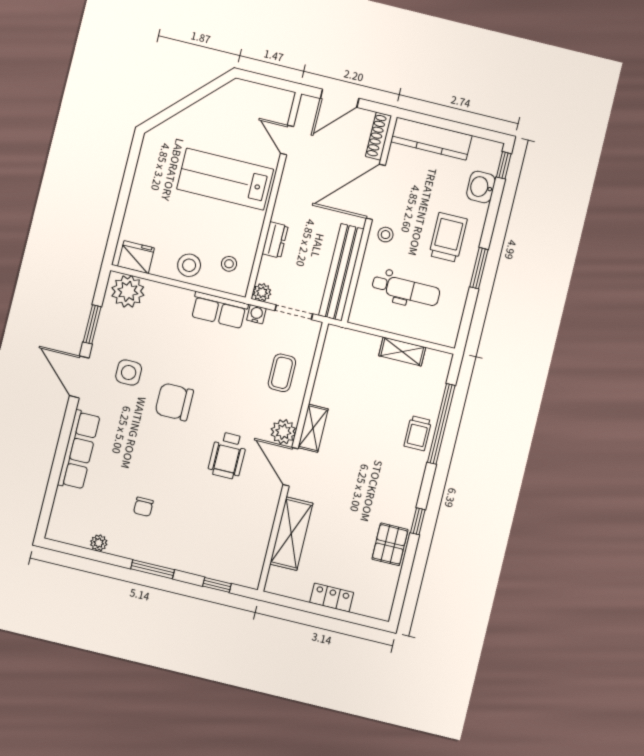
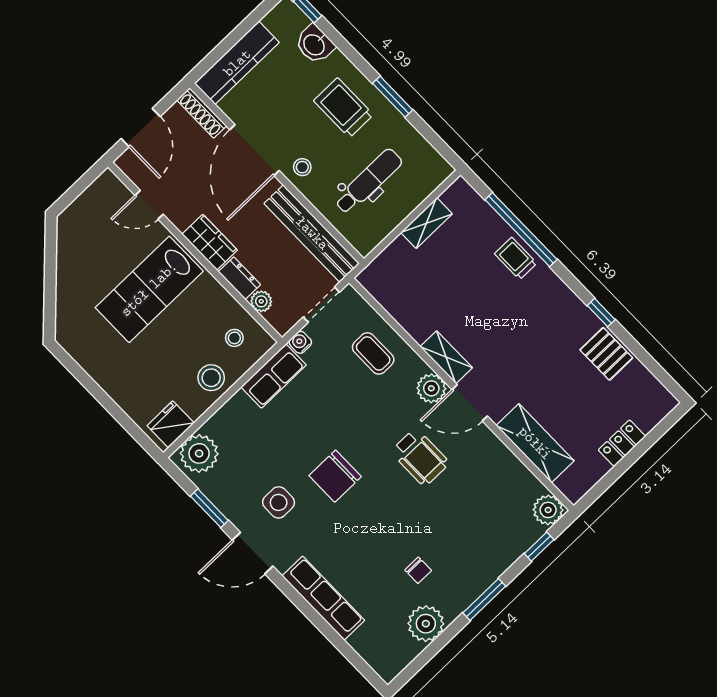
wardrobe: (288, 202) -> (210, 242), added
plant: (262, 292) -> (261, 301), moved
trolley: (418, 433) -> (516, 258), turned 180
plant: (99, 543) -> (426, 624), width x1.88, depth x1.88
plant: (248, 574) -> (548, 510), added

